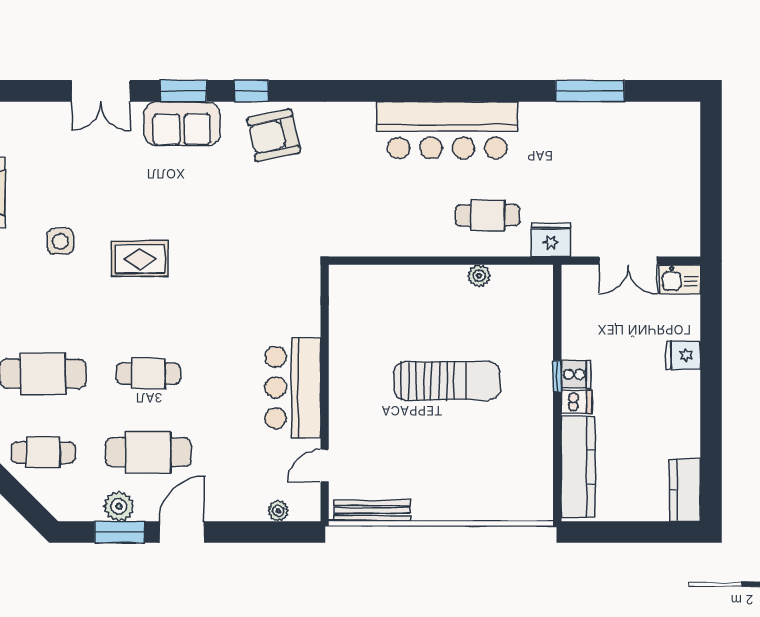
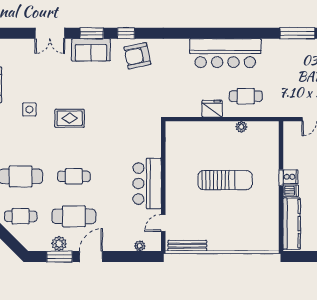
fridge: (551, 240) -> (212, 109), moved

